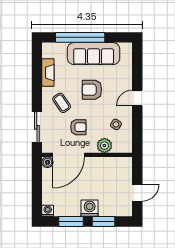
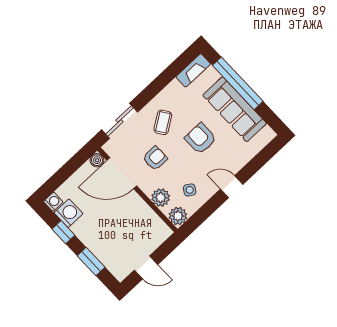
fireplace: (48, 73) -> (193, 70), moved
armchair: (78, 127) -> (155, 158), turned -90
plant: (125, 146) -> (178, 216), added
washing machine: (90, 208) -> (69, 213), moved
window: (71, 222) -> (63, 232), width x0.67

